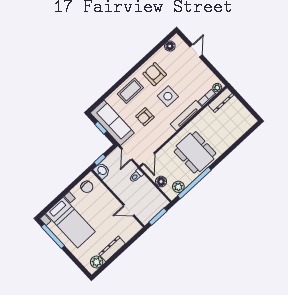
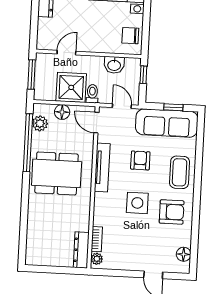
tv unit: (186, 116) -> (102, 168), moved
washbasin: (102, 171) -> (114, 65), moved
shower: (144, 190) -> (71, 87), added

